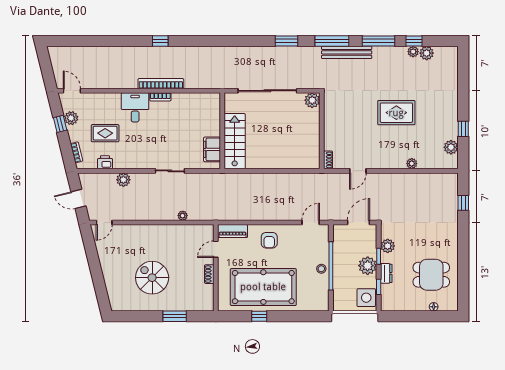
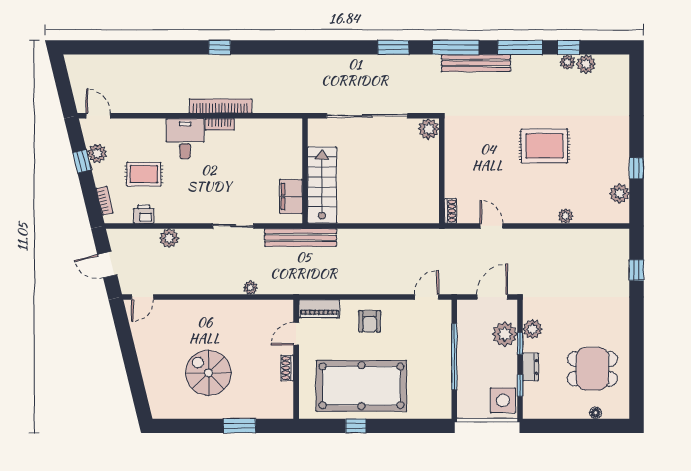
door: (358, 171) -> (491, 226), swing flipped
bench: (219, 179) -> (301, 238), added
plant: (368, 266) -> (505, 334), moved
stool: (321, 269) -> (441, 361), removed

